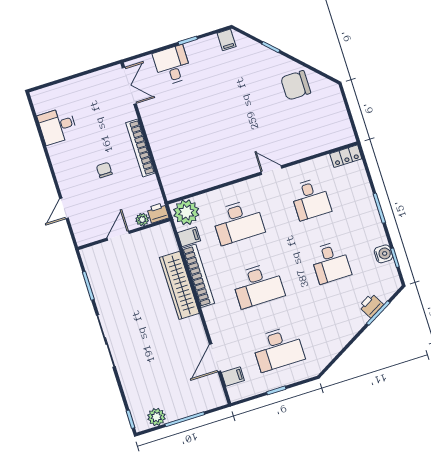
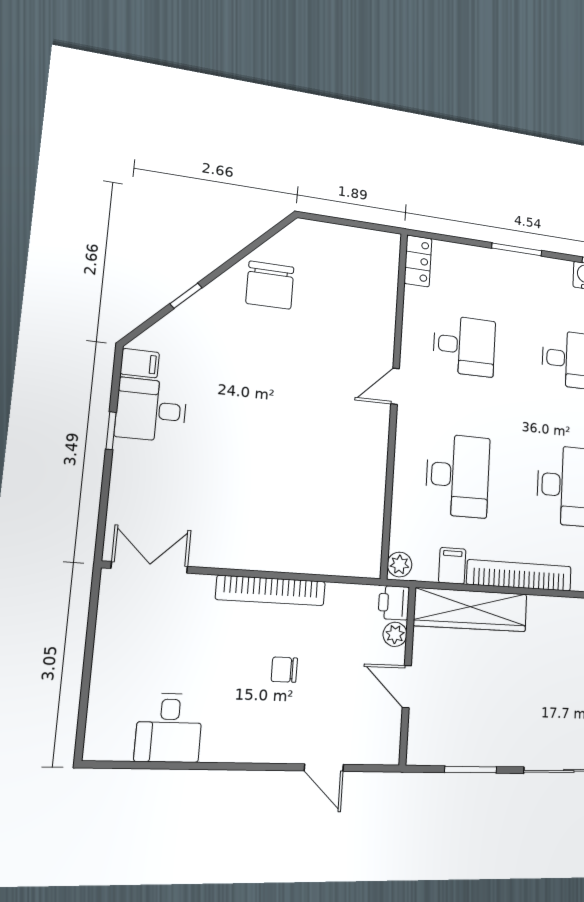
desk: (172, 65) -> (151, 410), moved
plant: (186, 212) -> (400, 565), width x0.53, depth x0.53
wardrobe: (179, 285) -> (471, 610), moved

